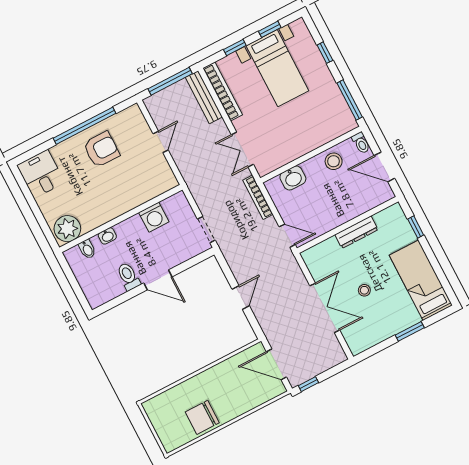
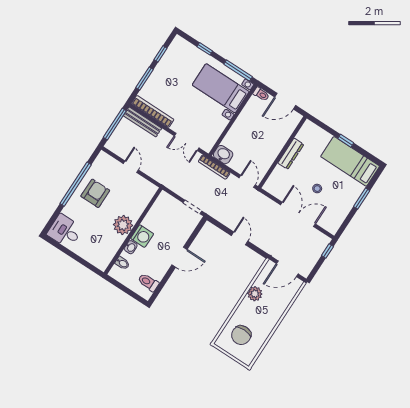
window: (235, 48) -> (145, 78), width x1.50
bed with nightstands: (277, 68) -> (221, 88), moved, turned 180
stool: (334, 161) -> (250, 116), removed
washbasin: (293, 178) -> (223, 155), moved, turned -90
washing machine: (154, 217) -> (142, 236), moved
window: (416, 227) -> (346, 141), moved
plant: (67, 229) -> (123, 225), moved
door: (287, 236) -> (247, 181), hinge flipped
toilet: (128, 276) -> (148, 282), moved
plant: (222, 372) -> (255, 294), added
window: (308, 384) -> (327, 251), moved
chair: (202, 417) -> (241, 335), moved

